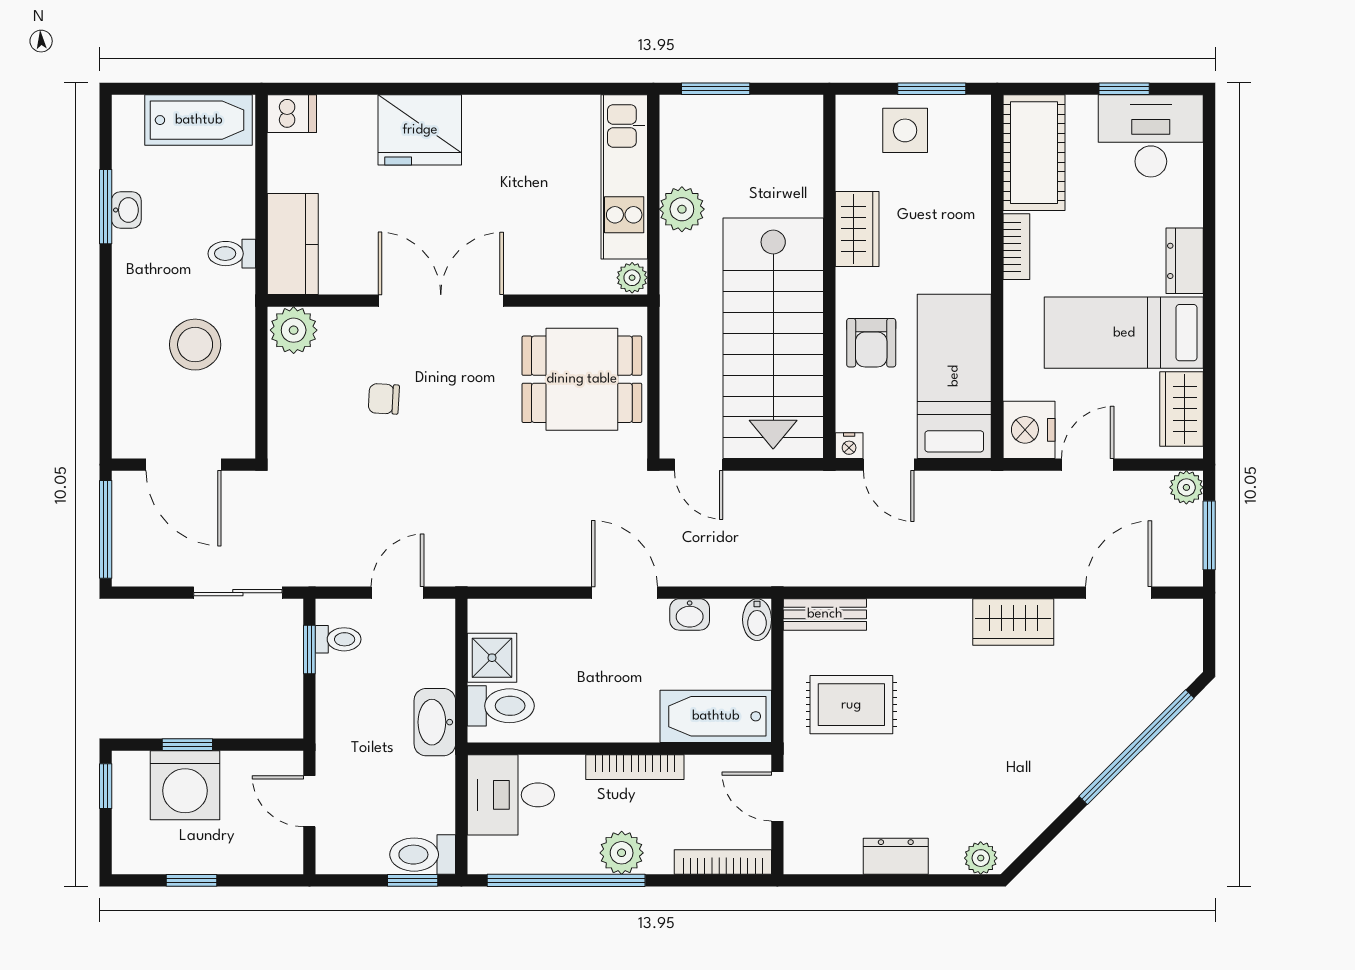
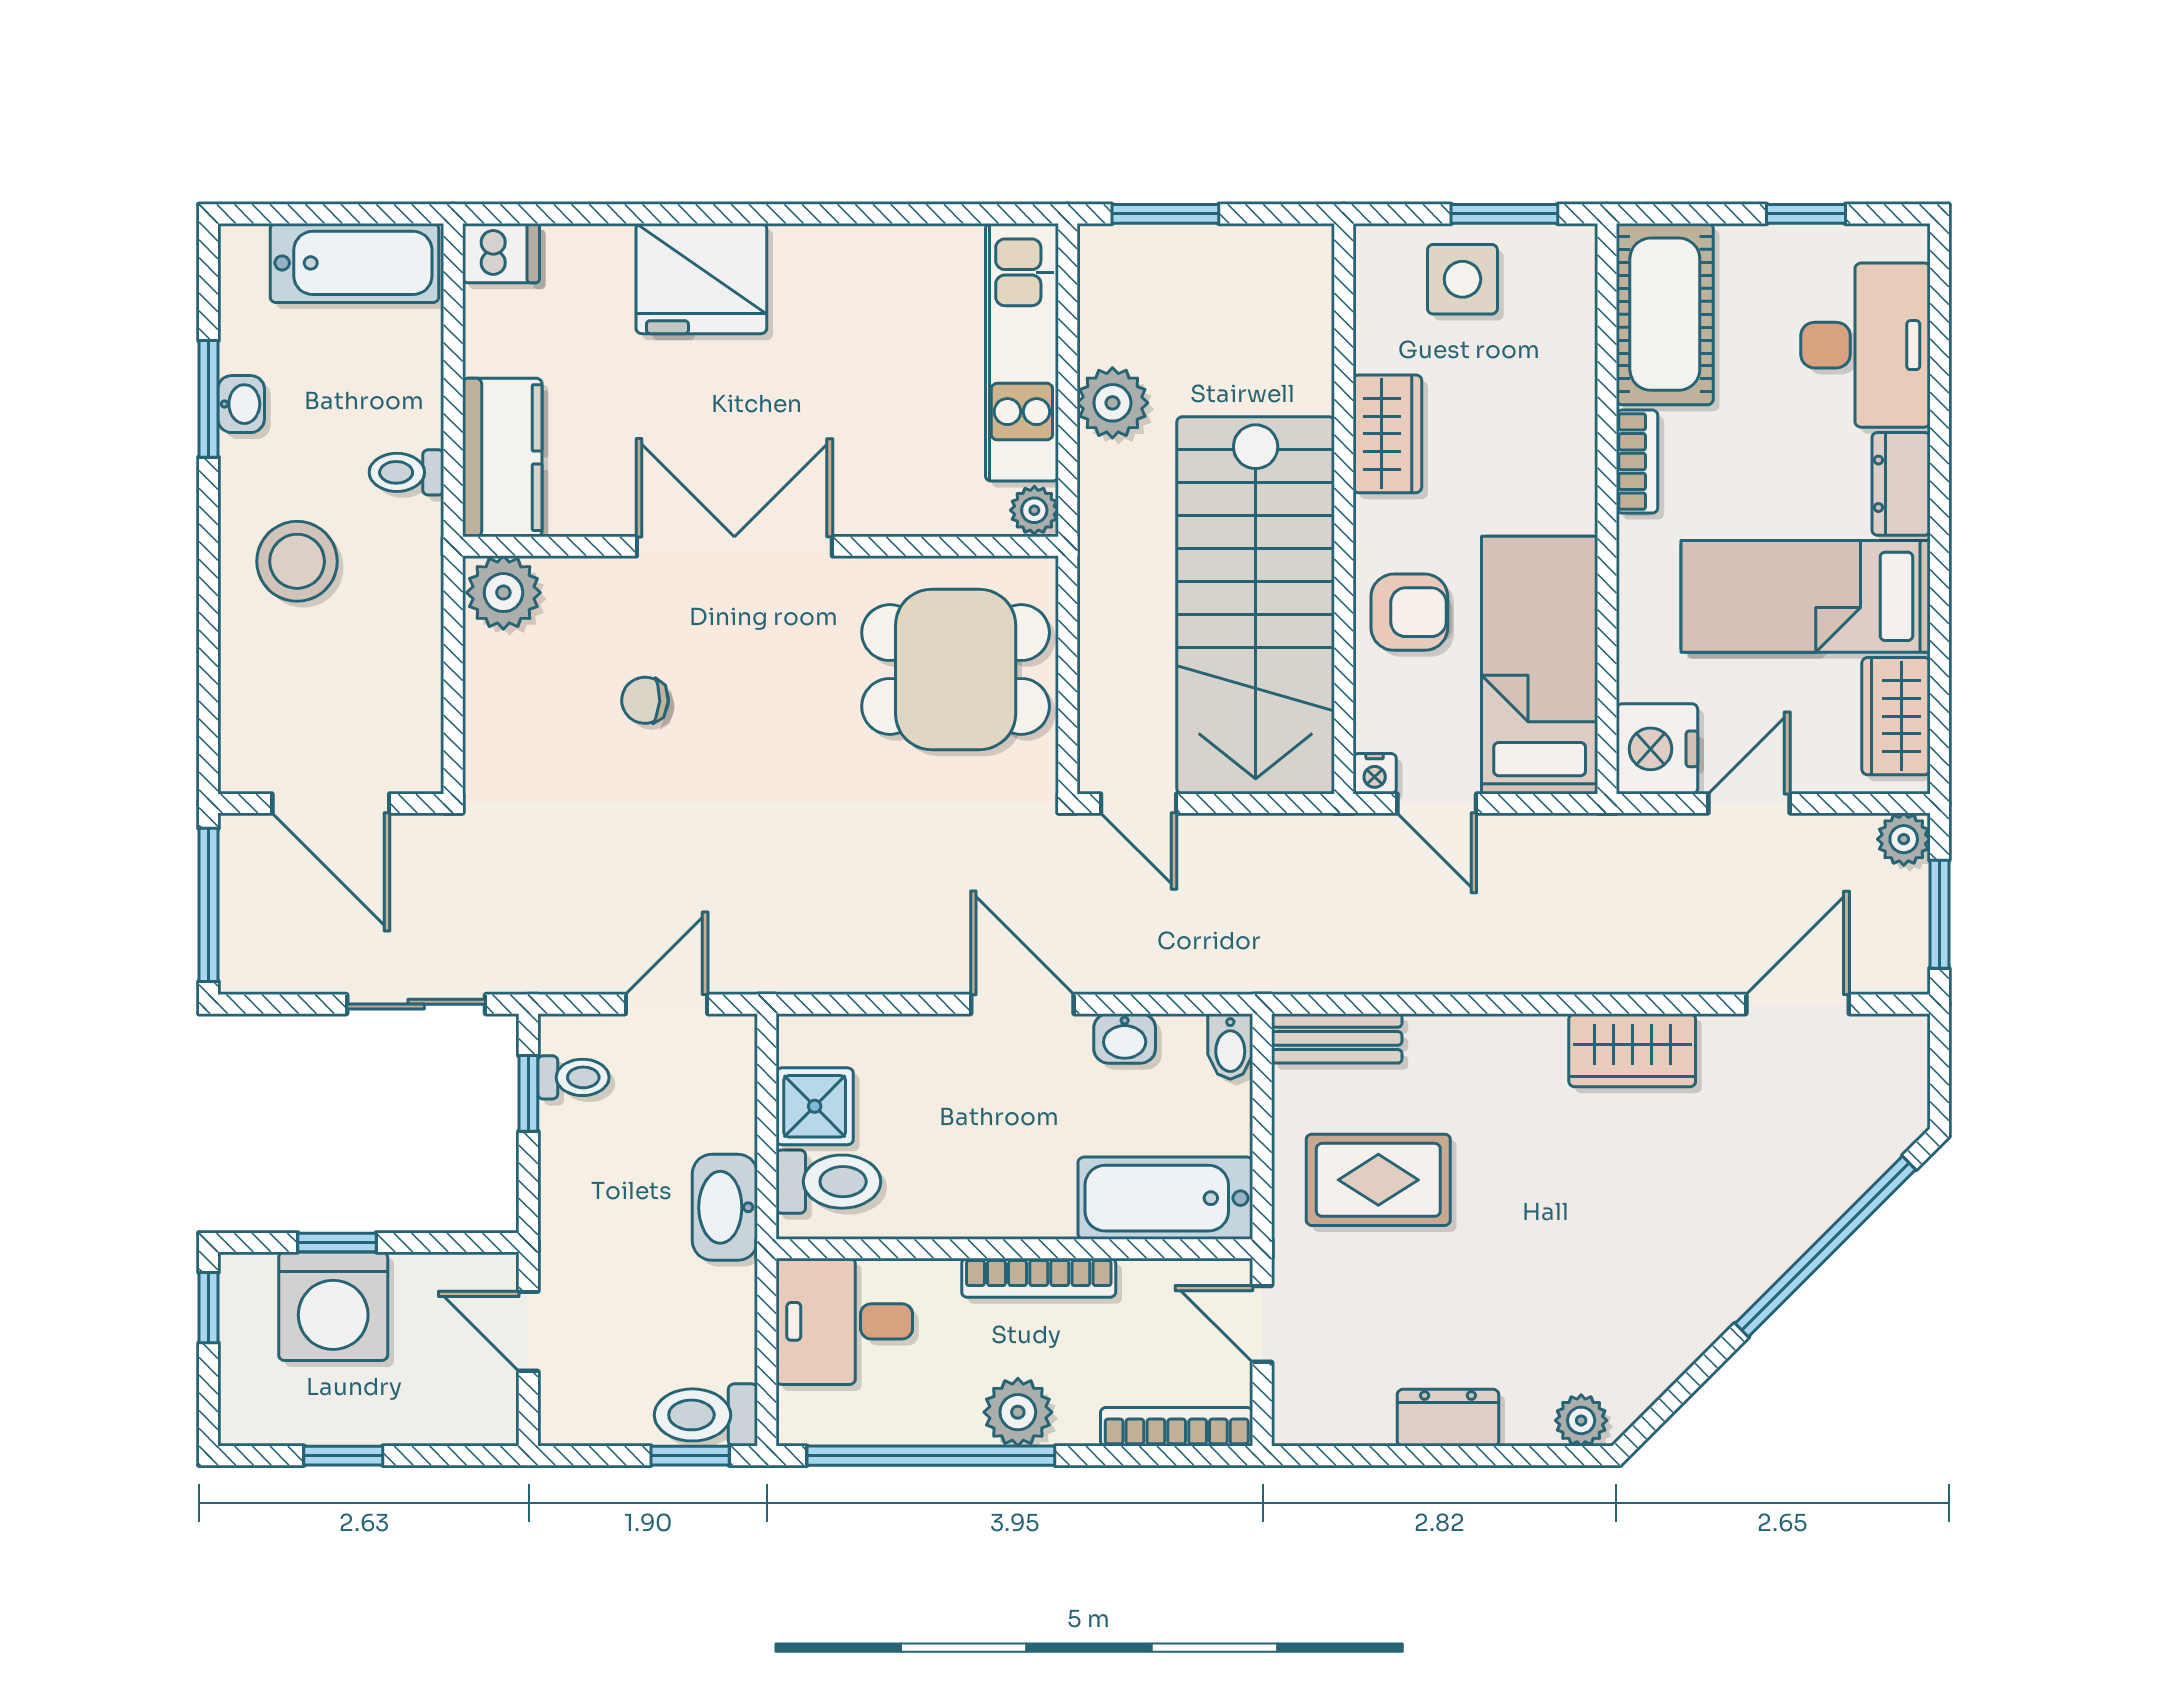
desk: (1151, 136) -> (1865, 345), moved, turned 90
armchair: (871, 343) -> (1409, 612), turned -90
stool: (195, 345) -> (297, 561), moved

